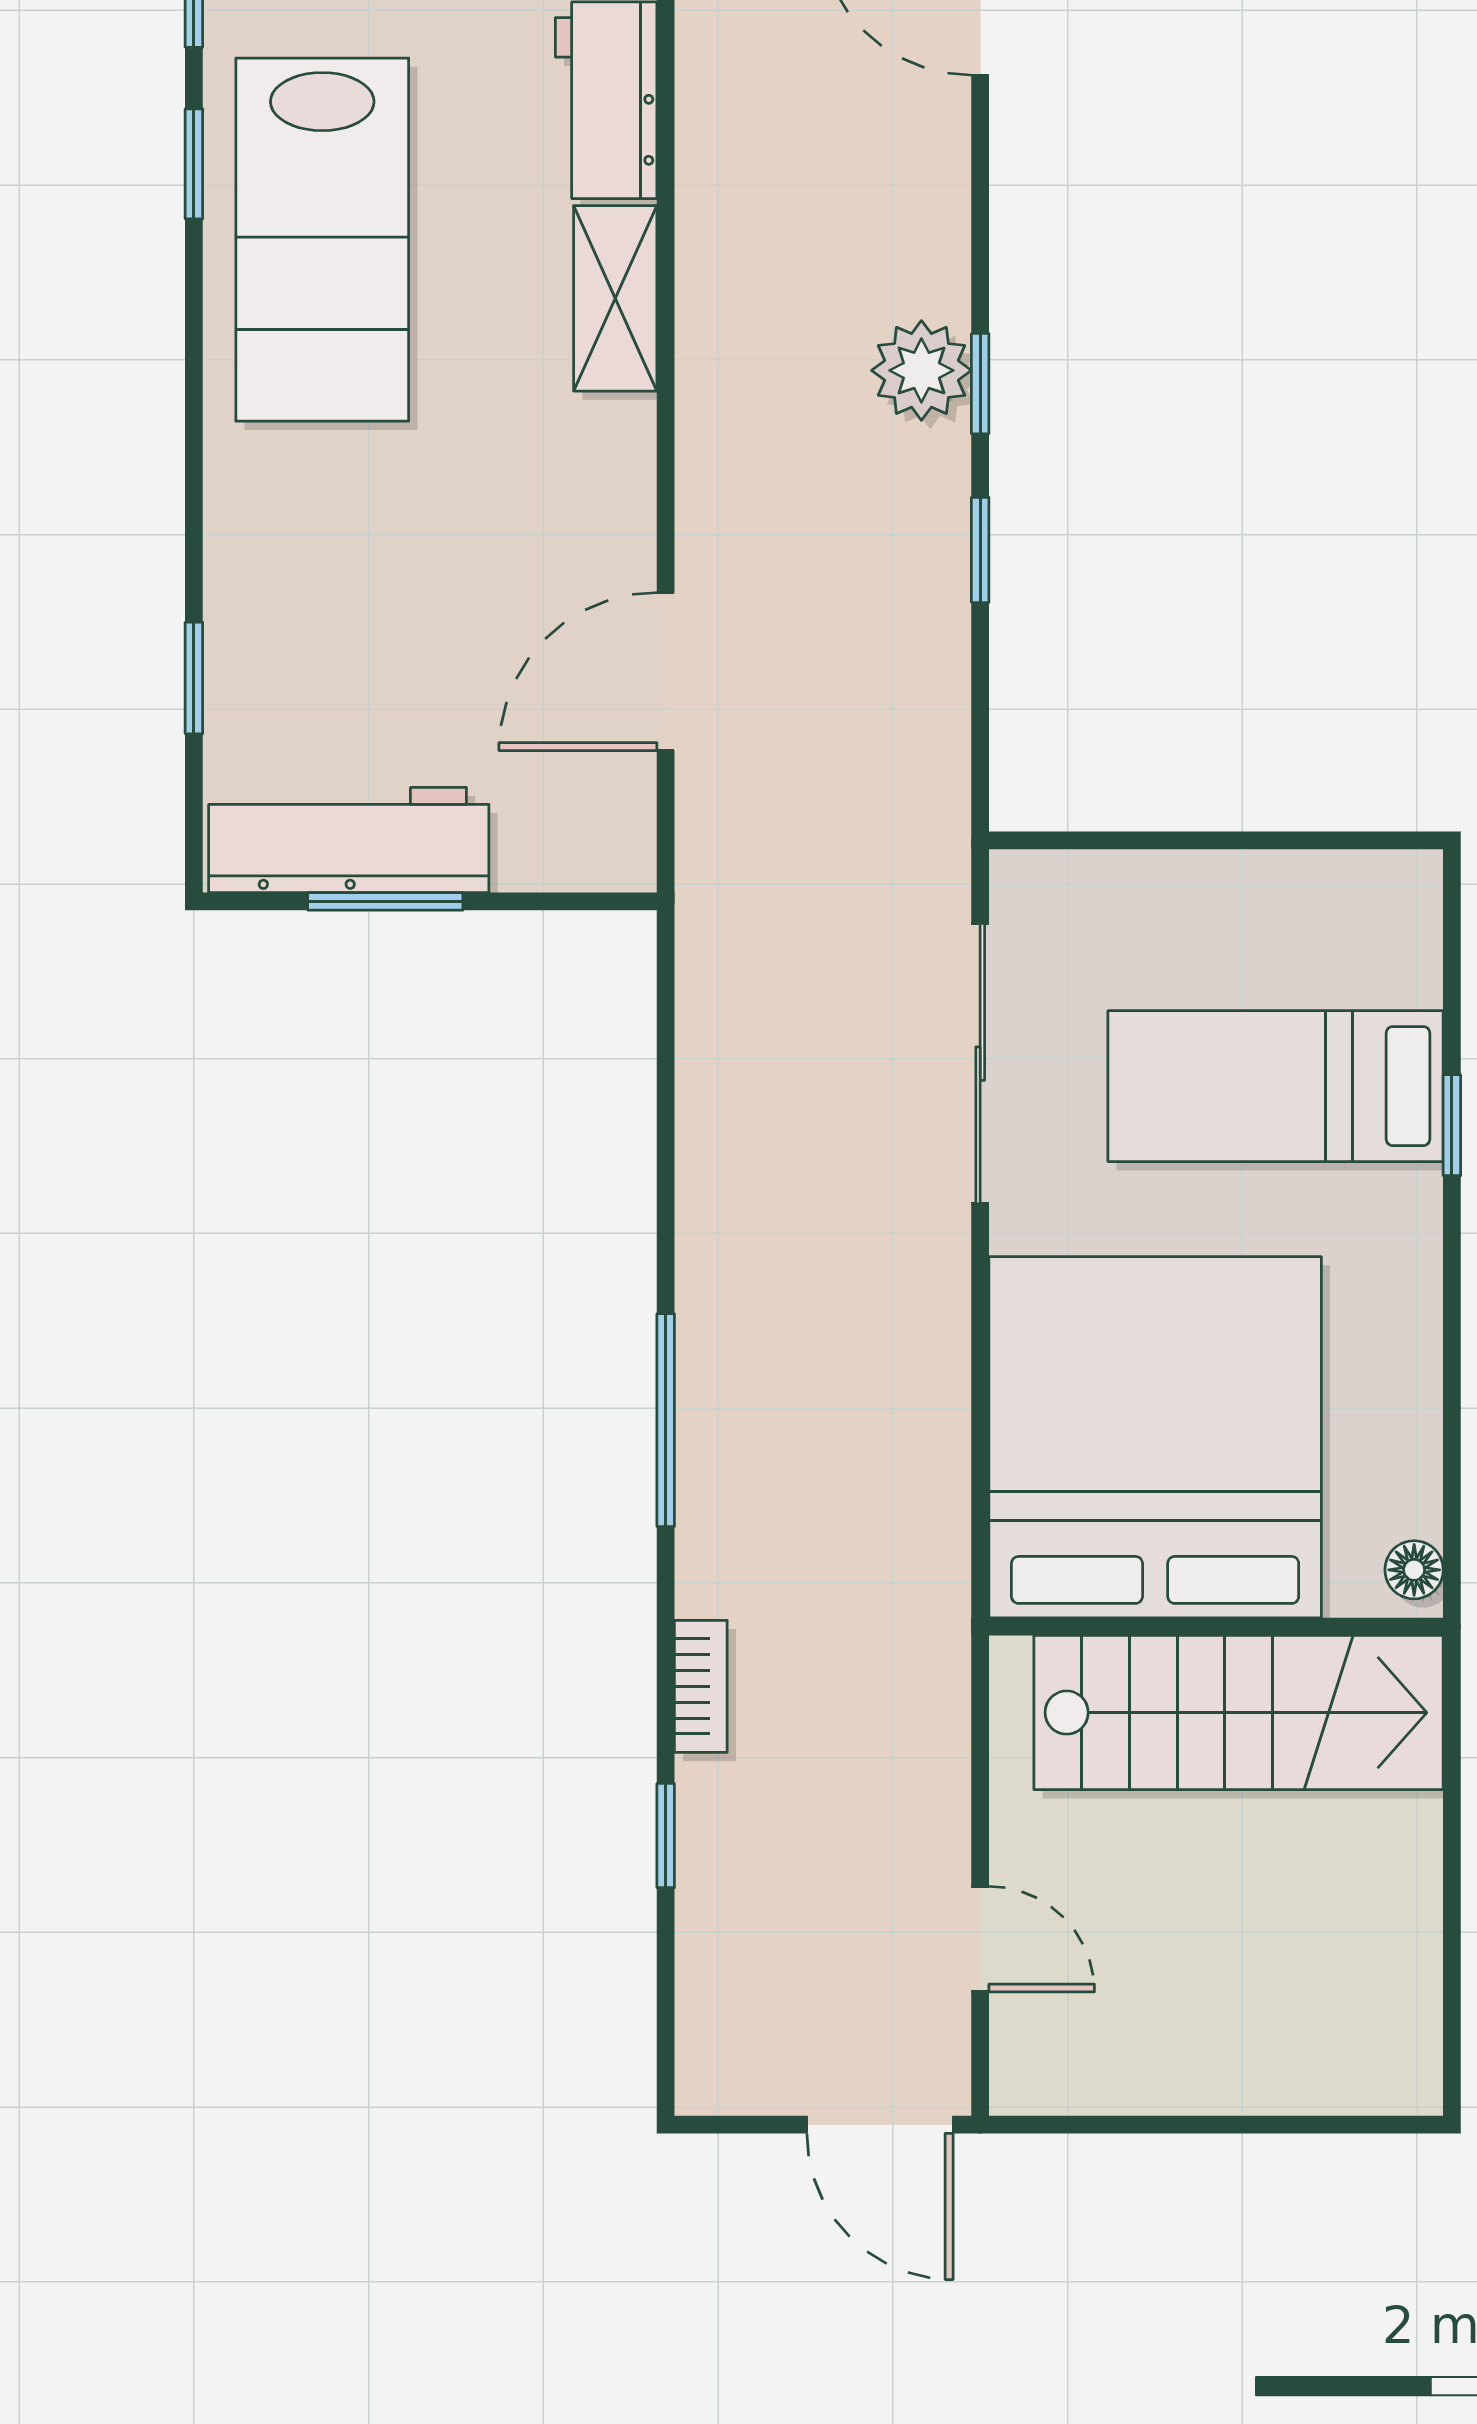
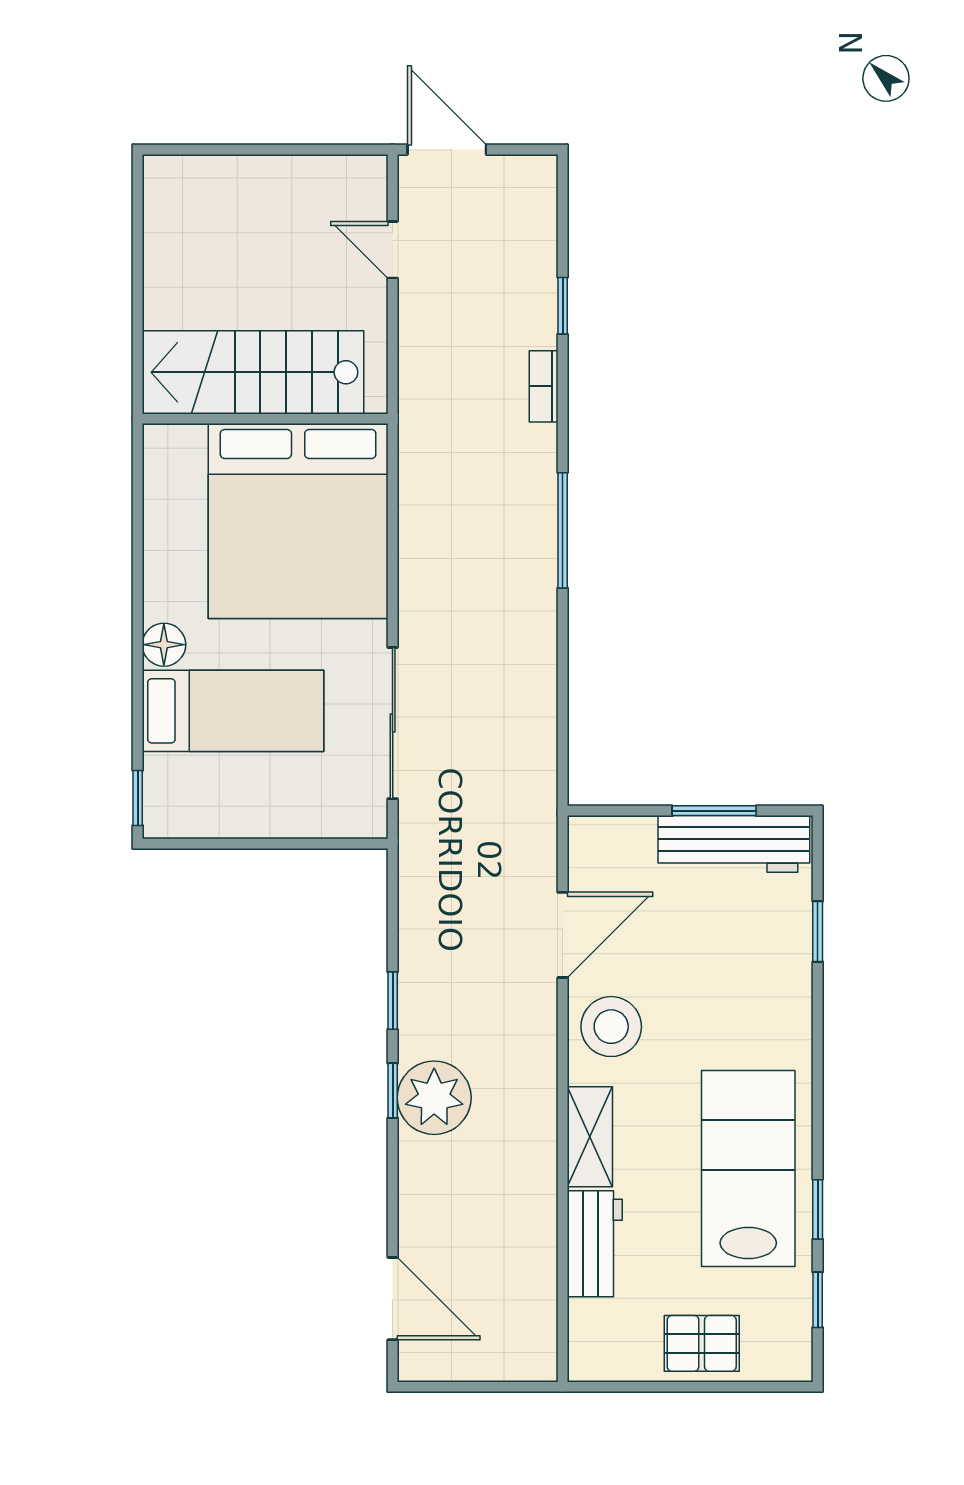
plant: (921, 370) -> (434, 1098), width x1.36, depth x1.36
stool: (576, 502) -> (611, 1027), added
window: (1452, 1125) -> (138, 798), moved
floor lamp: (1414, 1570) -> (164, 645), moved, width x1.37, depth x1.37

